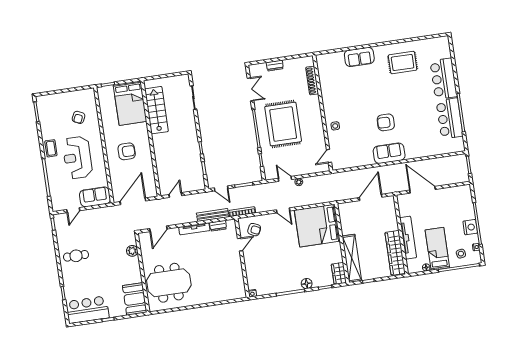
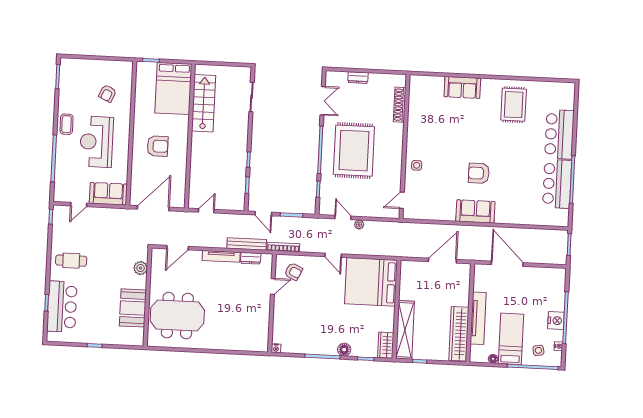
rug: (403, 62) -> (514, 105), turned 90
booth: (135, 299) -> (133, 308), moved
bar counter: (87, 310) -> (62, 307), moved, turned 90

